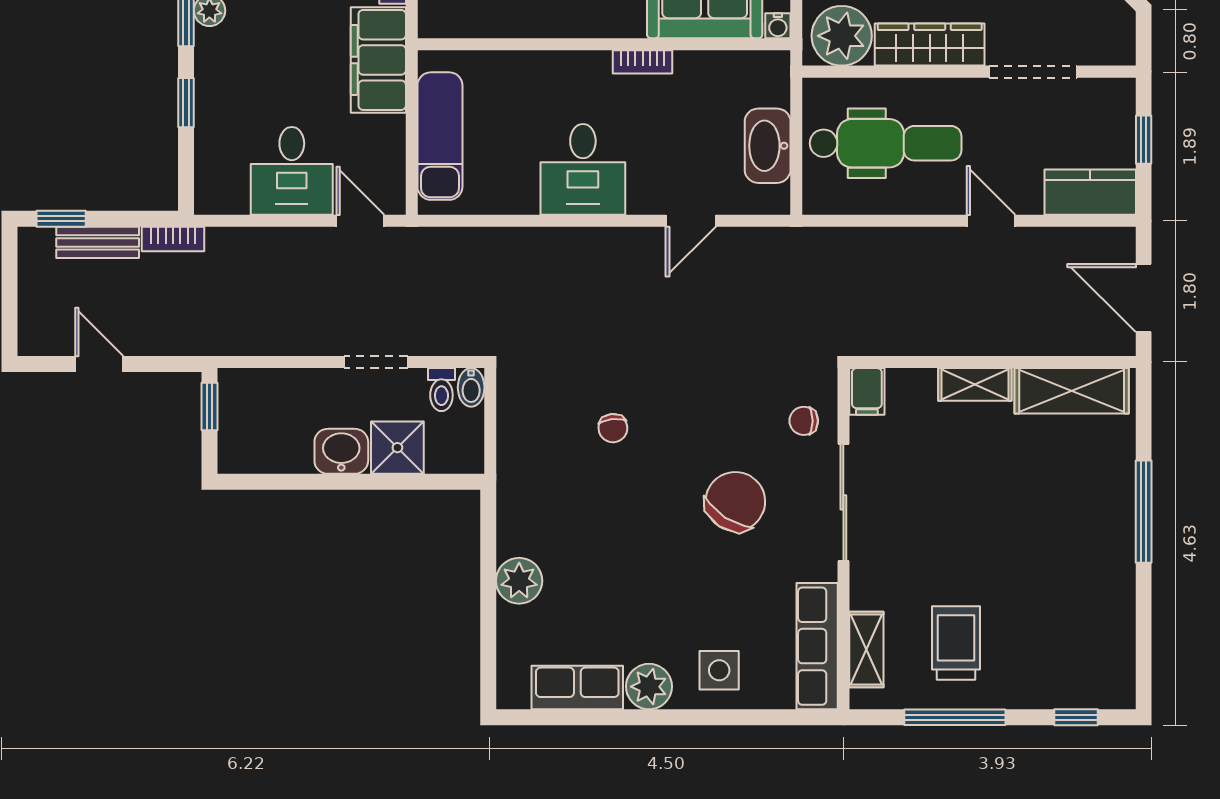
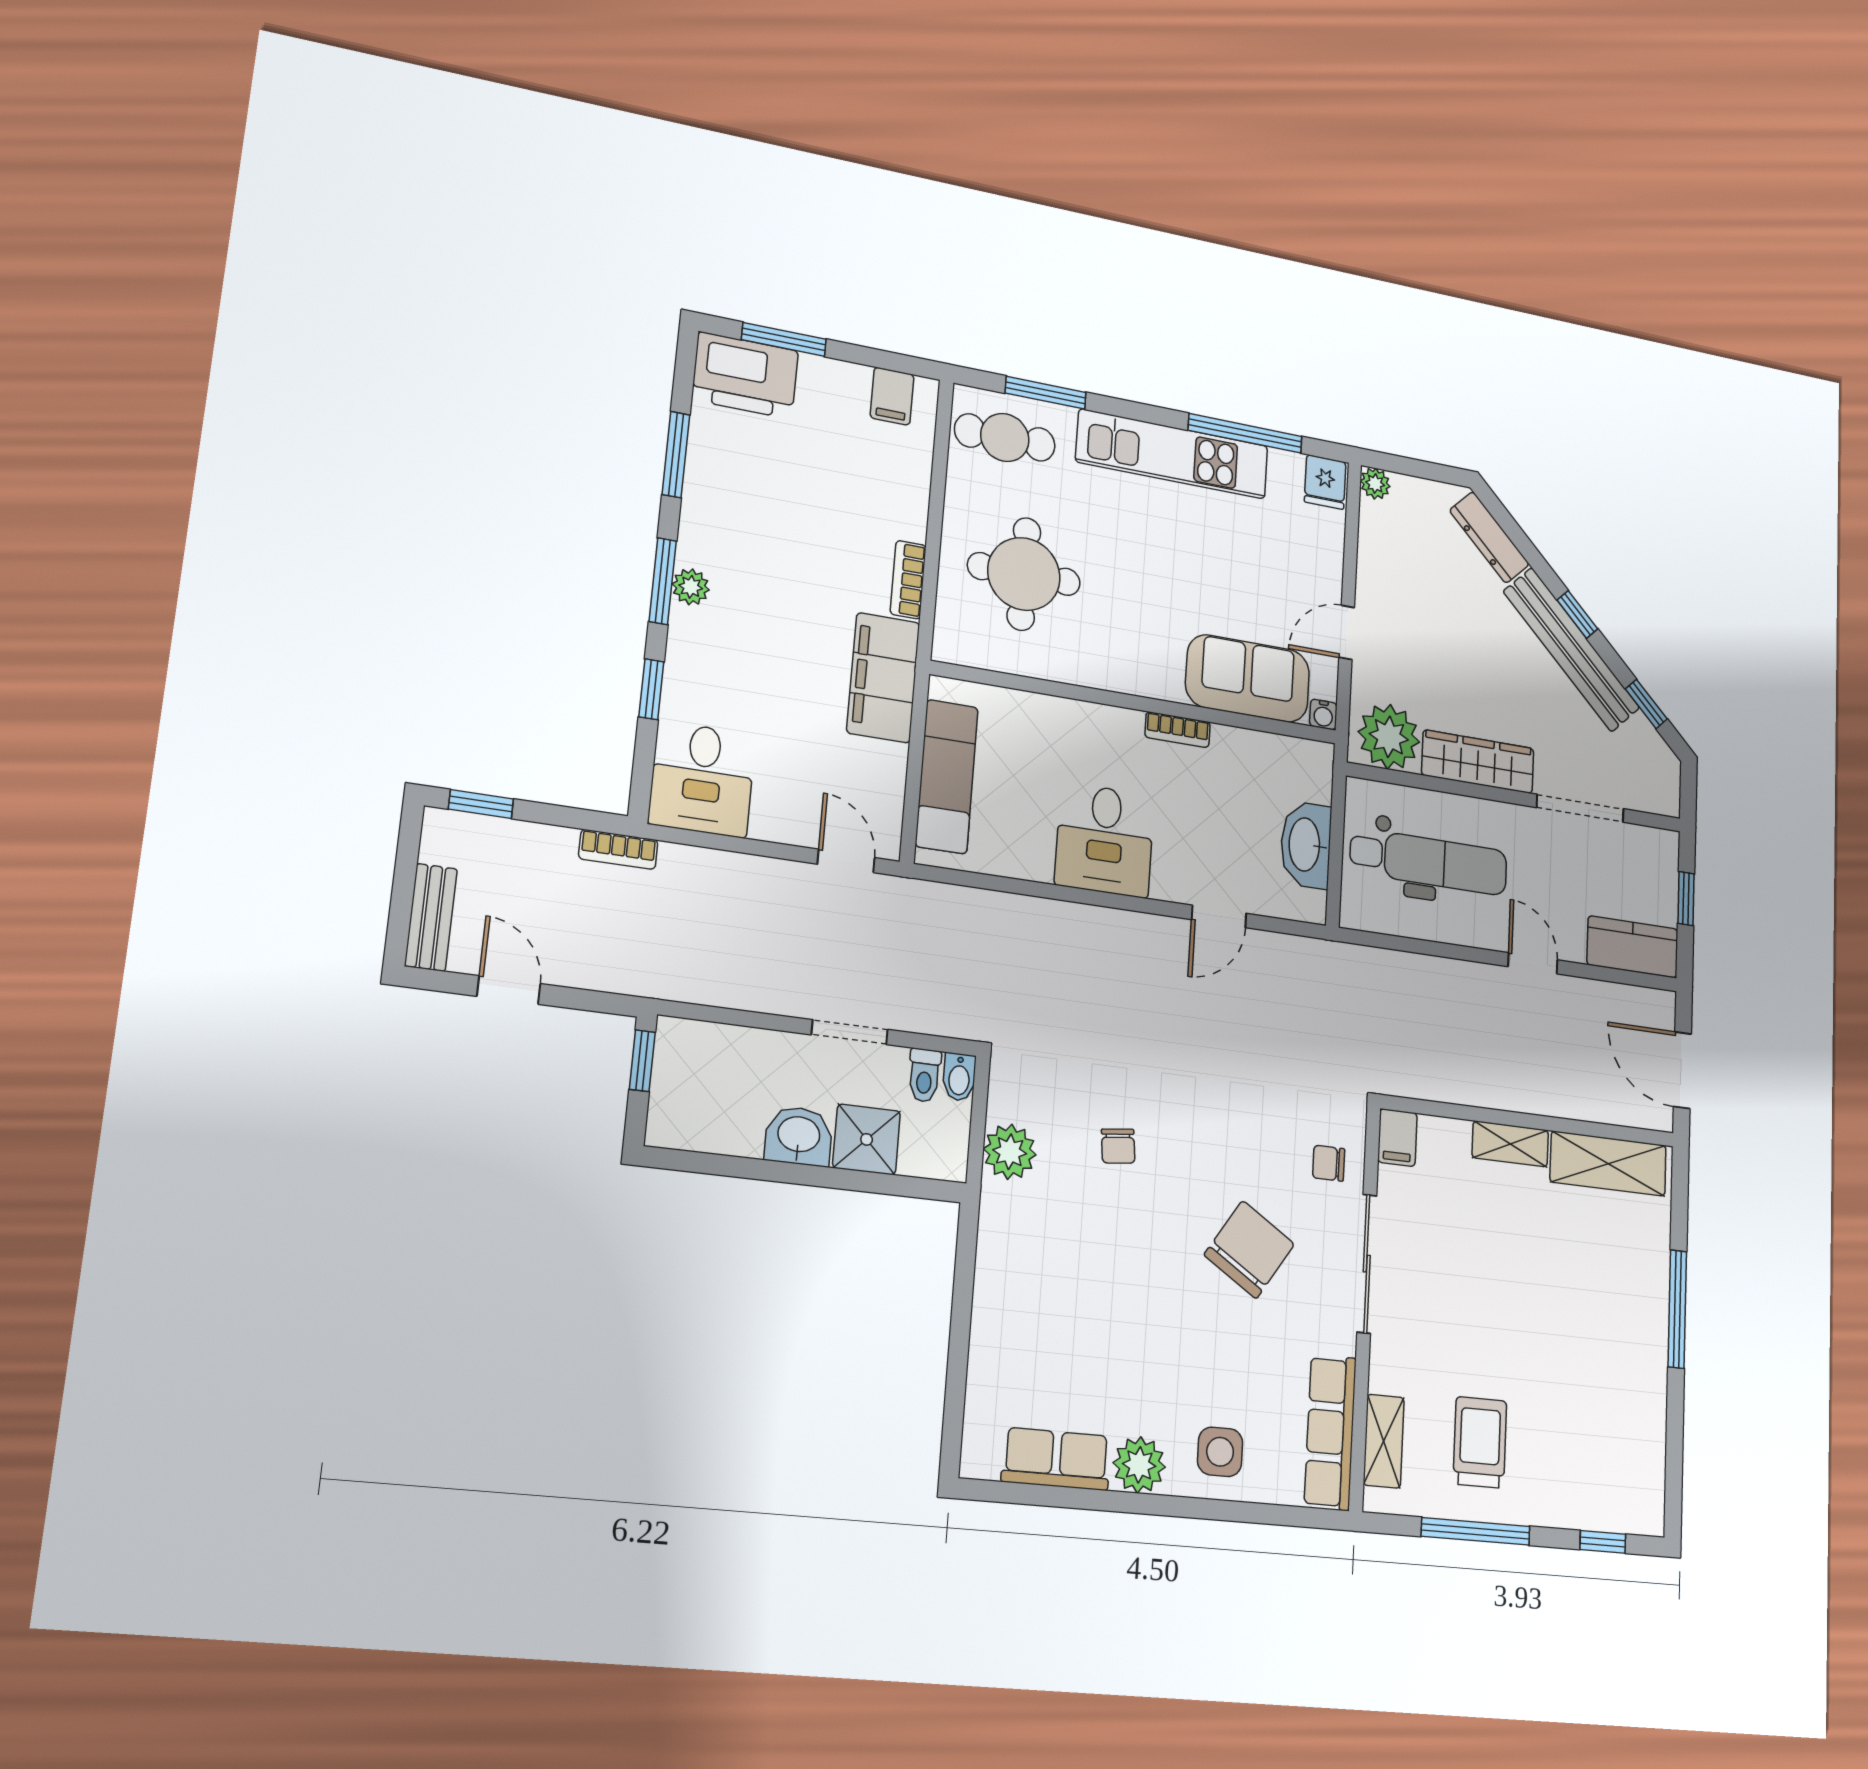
desk: (292, 171) -> (702, 779), moved
bench: (98, 242) -> (431, 917), moved, turned 90
plant: (519, 581) -> (1010, 1152), moved

